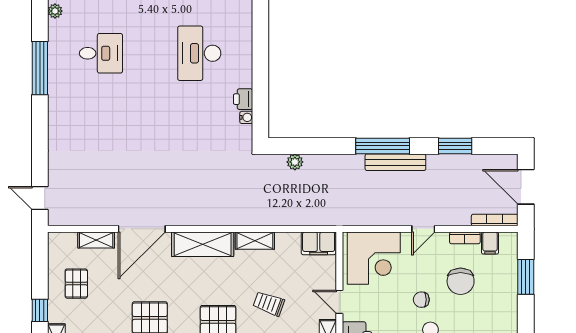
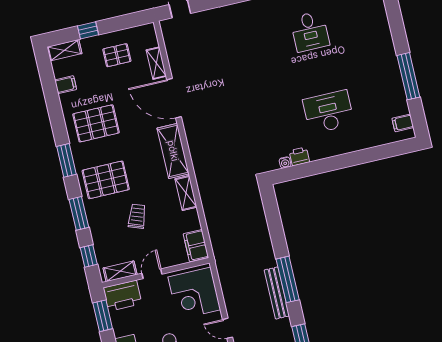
plant: (295, 162) -> (258, 211), removed

